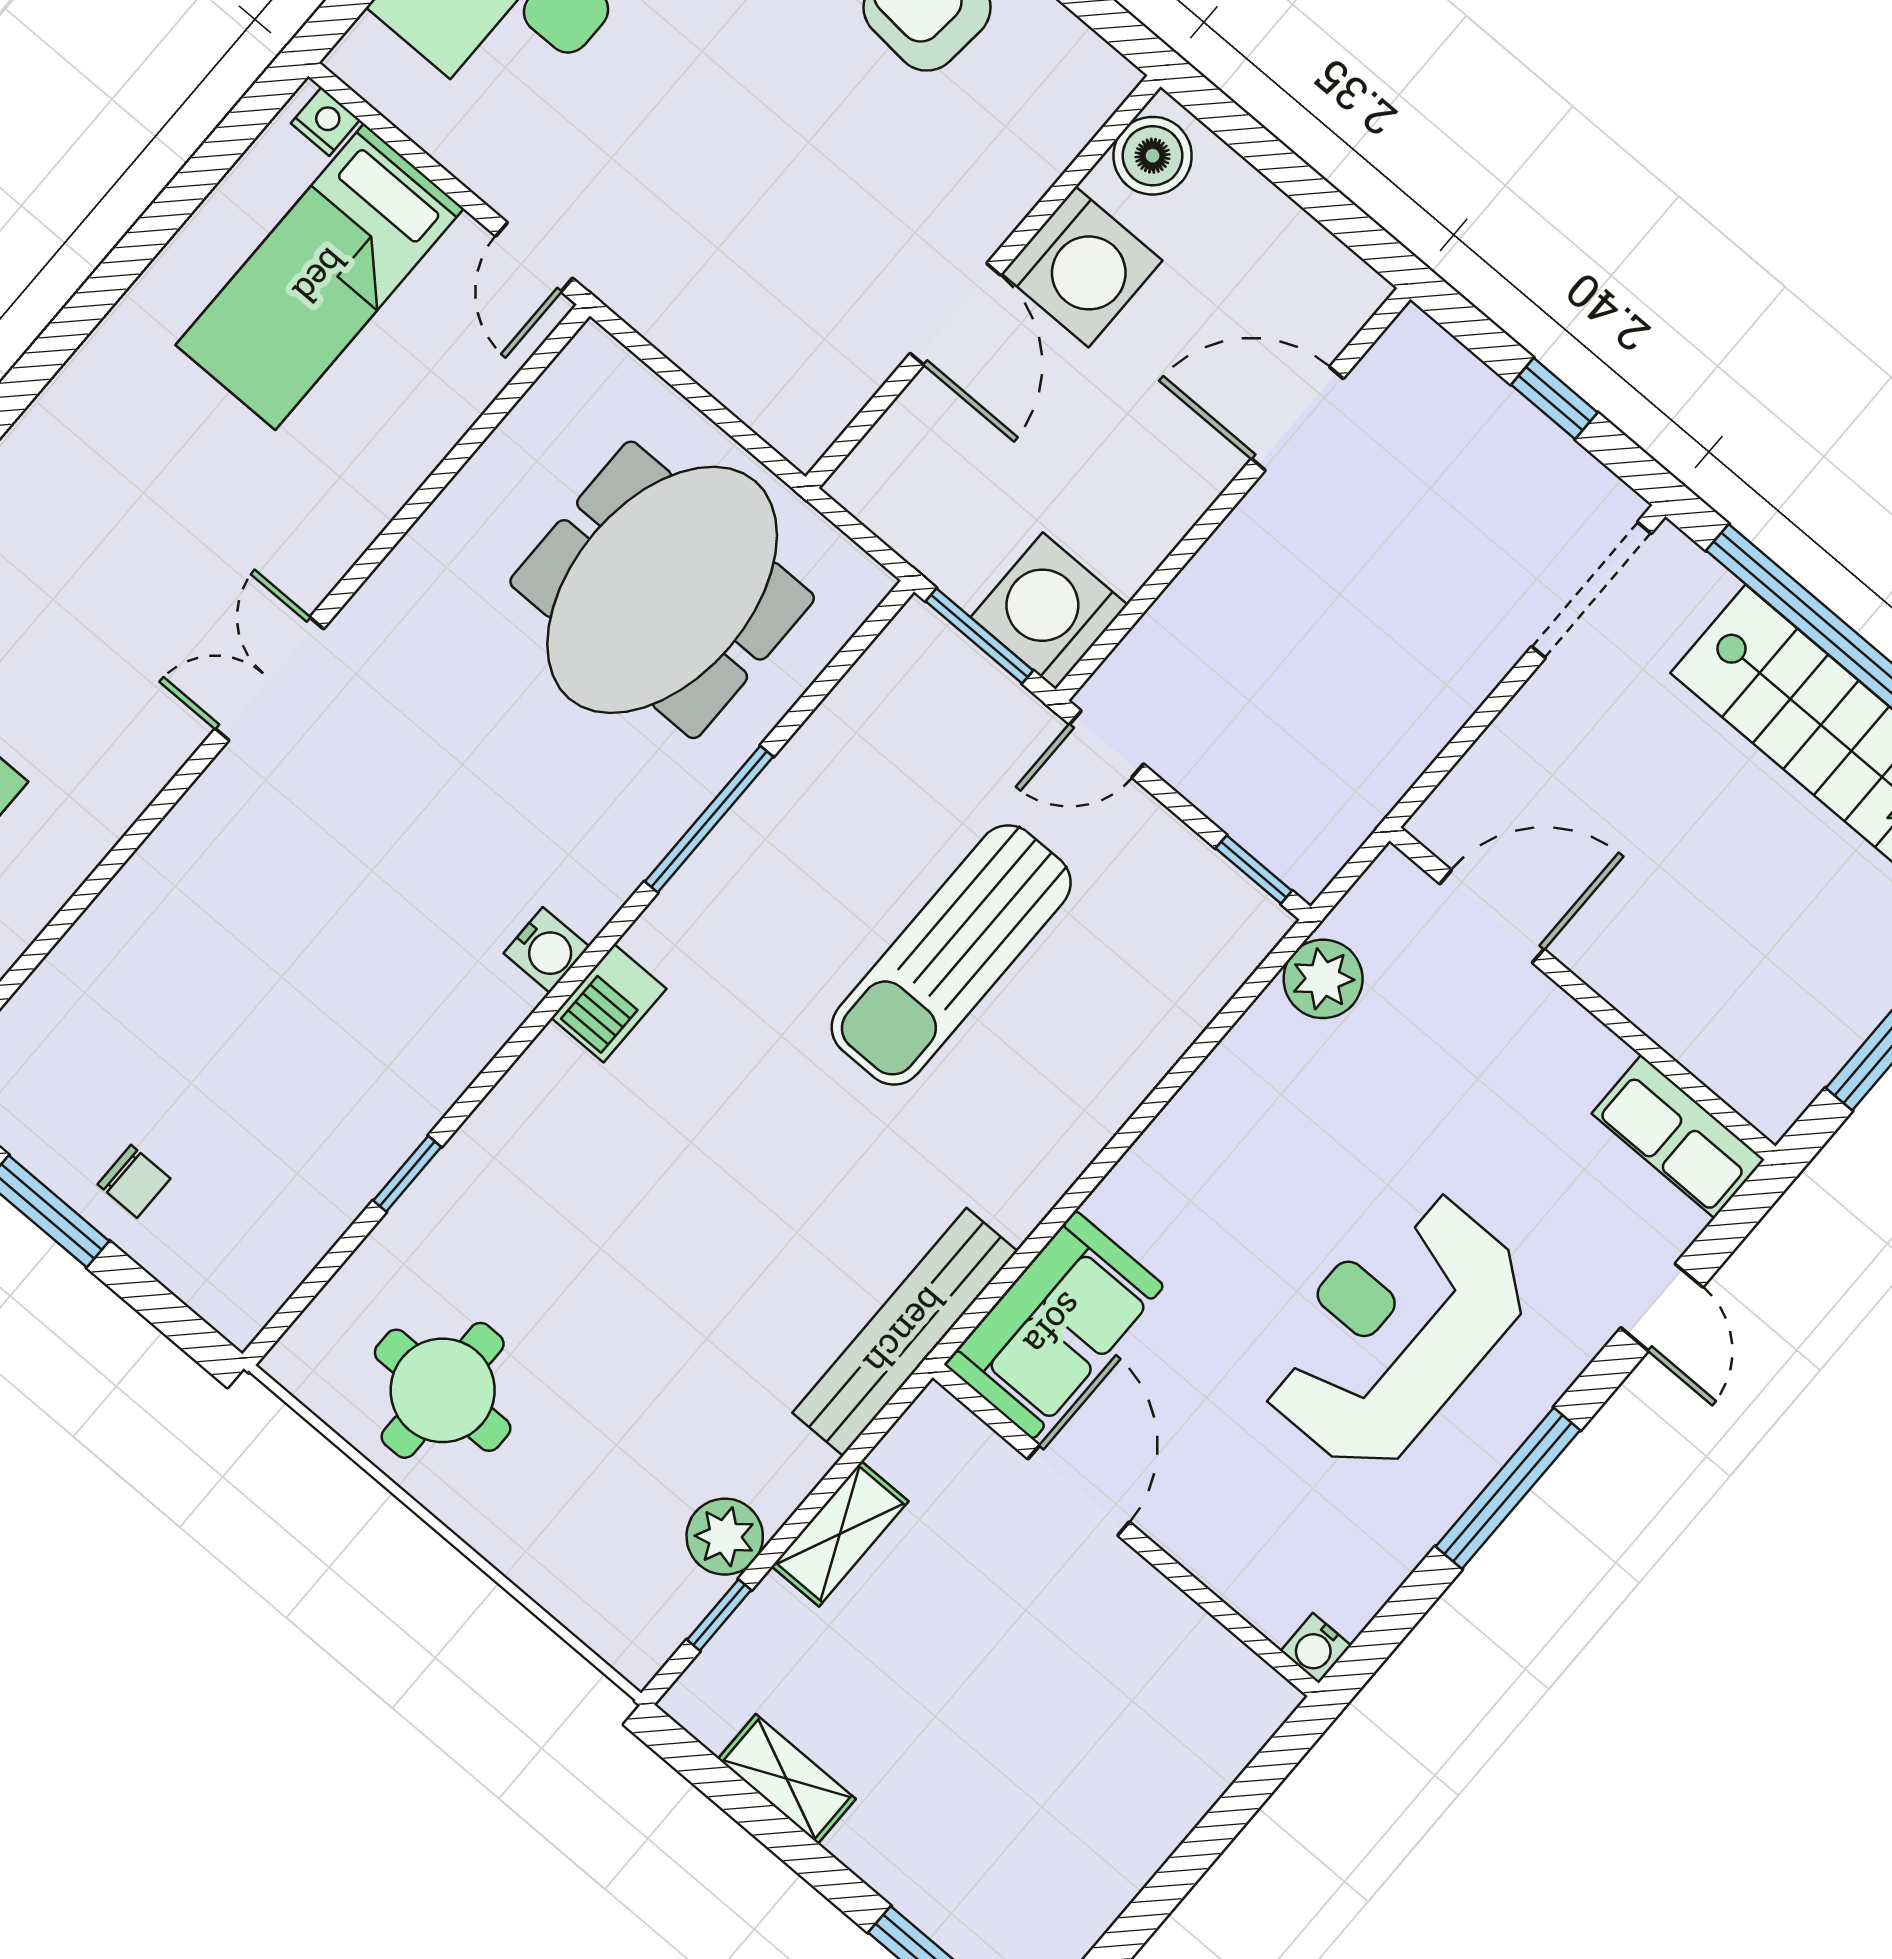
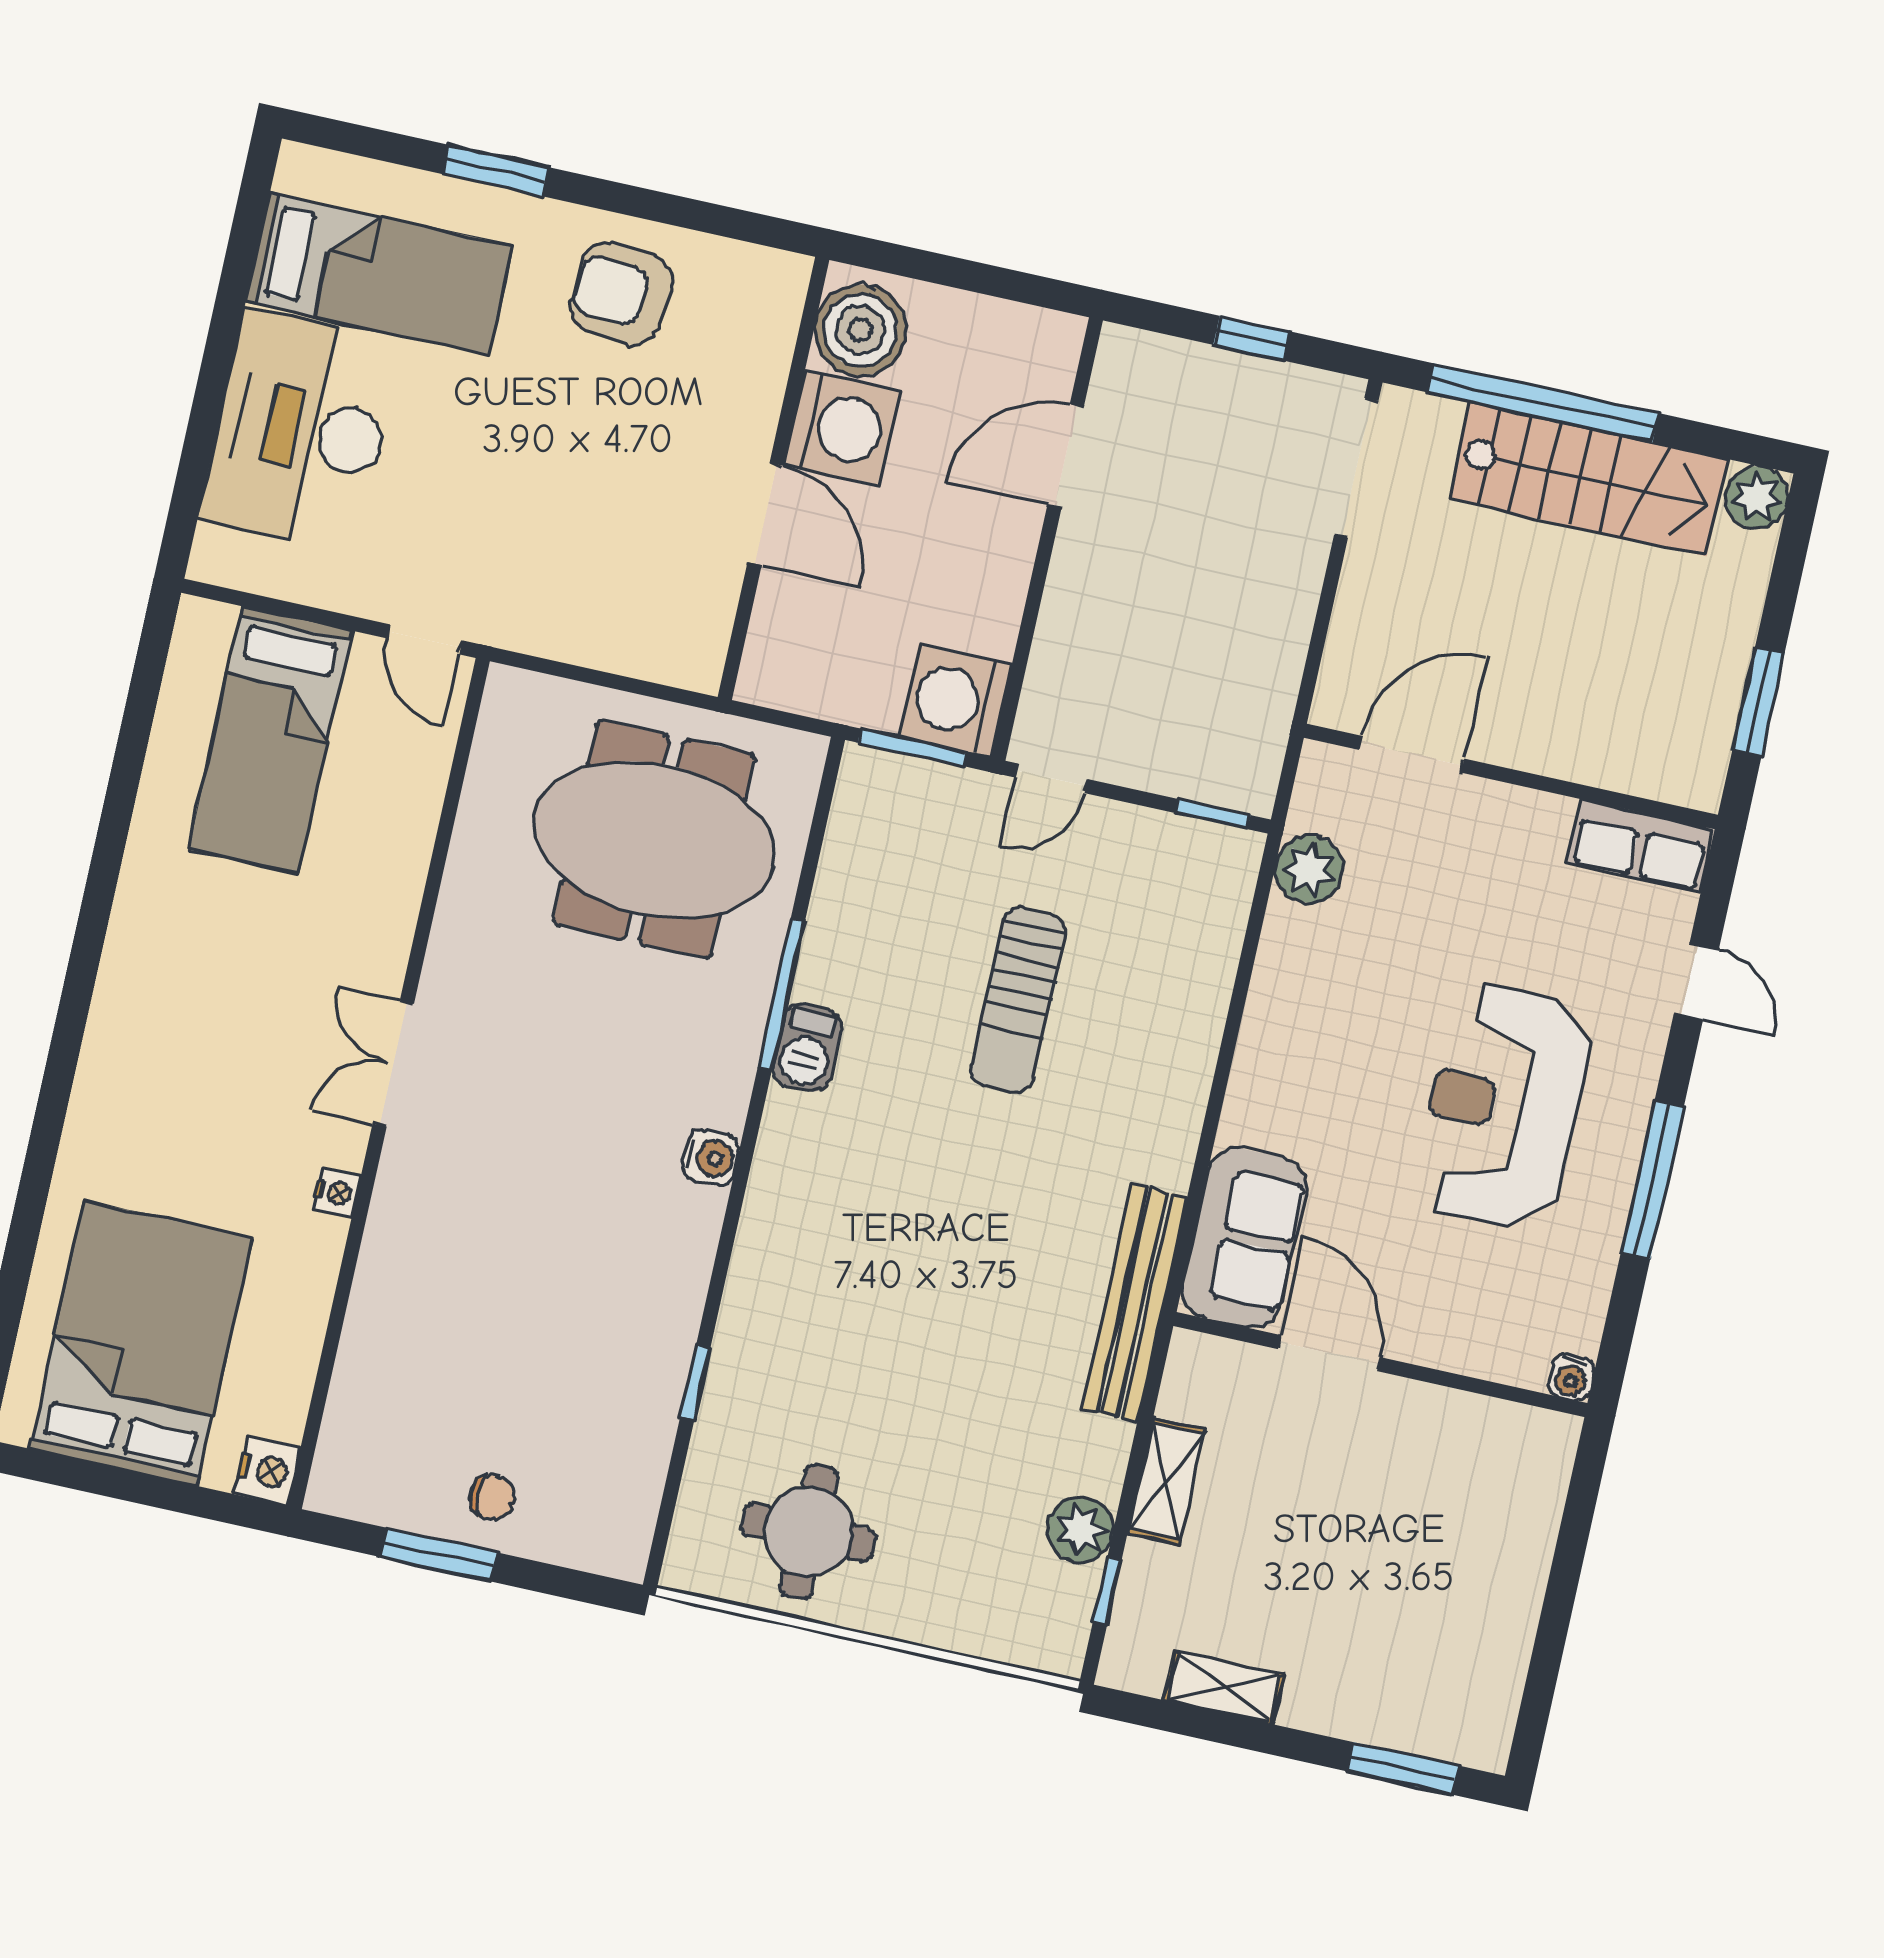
nightstand: (325, 122) -> (336, 1193), moved, turned 90
boiler: (1153, 156) -> (860, 330), width x1.37, depth x1.37
meeting table: (662, 590) -> (654, 840), turned 90
sun lounger: (951, 955) -> (1018, 1000), width x0.73, depth x0.75
barbecue: (609, 1003) -> (807, 1048), moved

